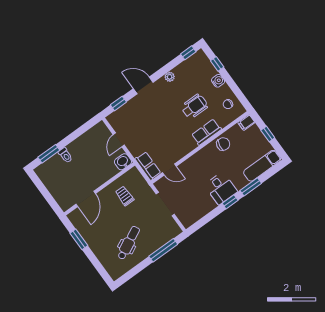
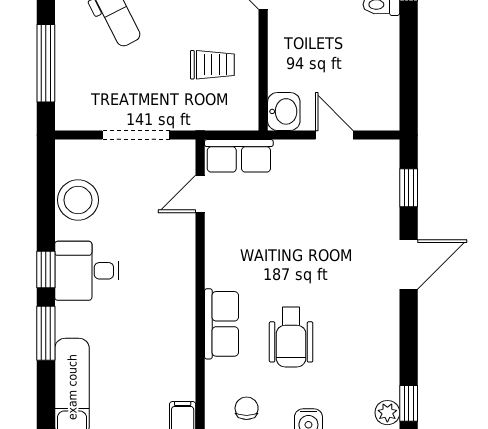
plant: (170, 77) -> (387, 413), moved
chair: (223, 144) -> (173, 340), removed
stool: (200, 208) -> (78, 200), added

